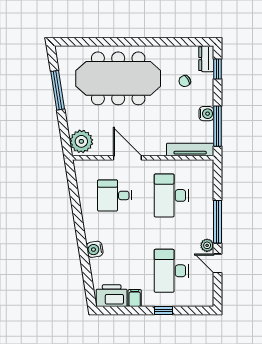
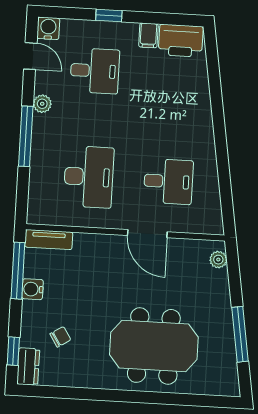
meeting table: (118, 78) -> (154, 346), width x0.73
plant: (81, 141) -> (218, 260), width x0.53, depth x0.53
tv unit: (190, 149) -> (49, 240), width x0.71
water cooler: (95, 249) -> (48, 28), moved, turned -81
door: (217, 263) -> (30, 56), moved
desk: (171, 271) -> (95, 71), width x0.73

